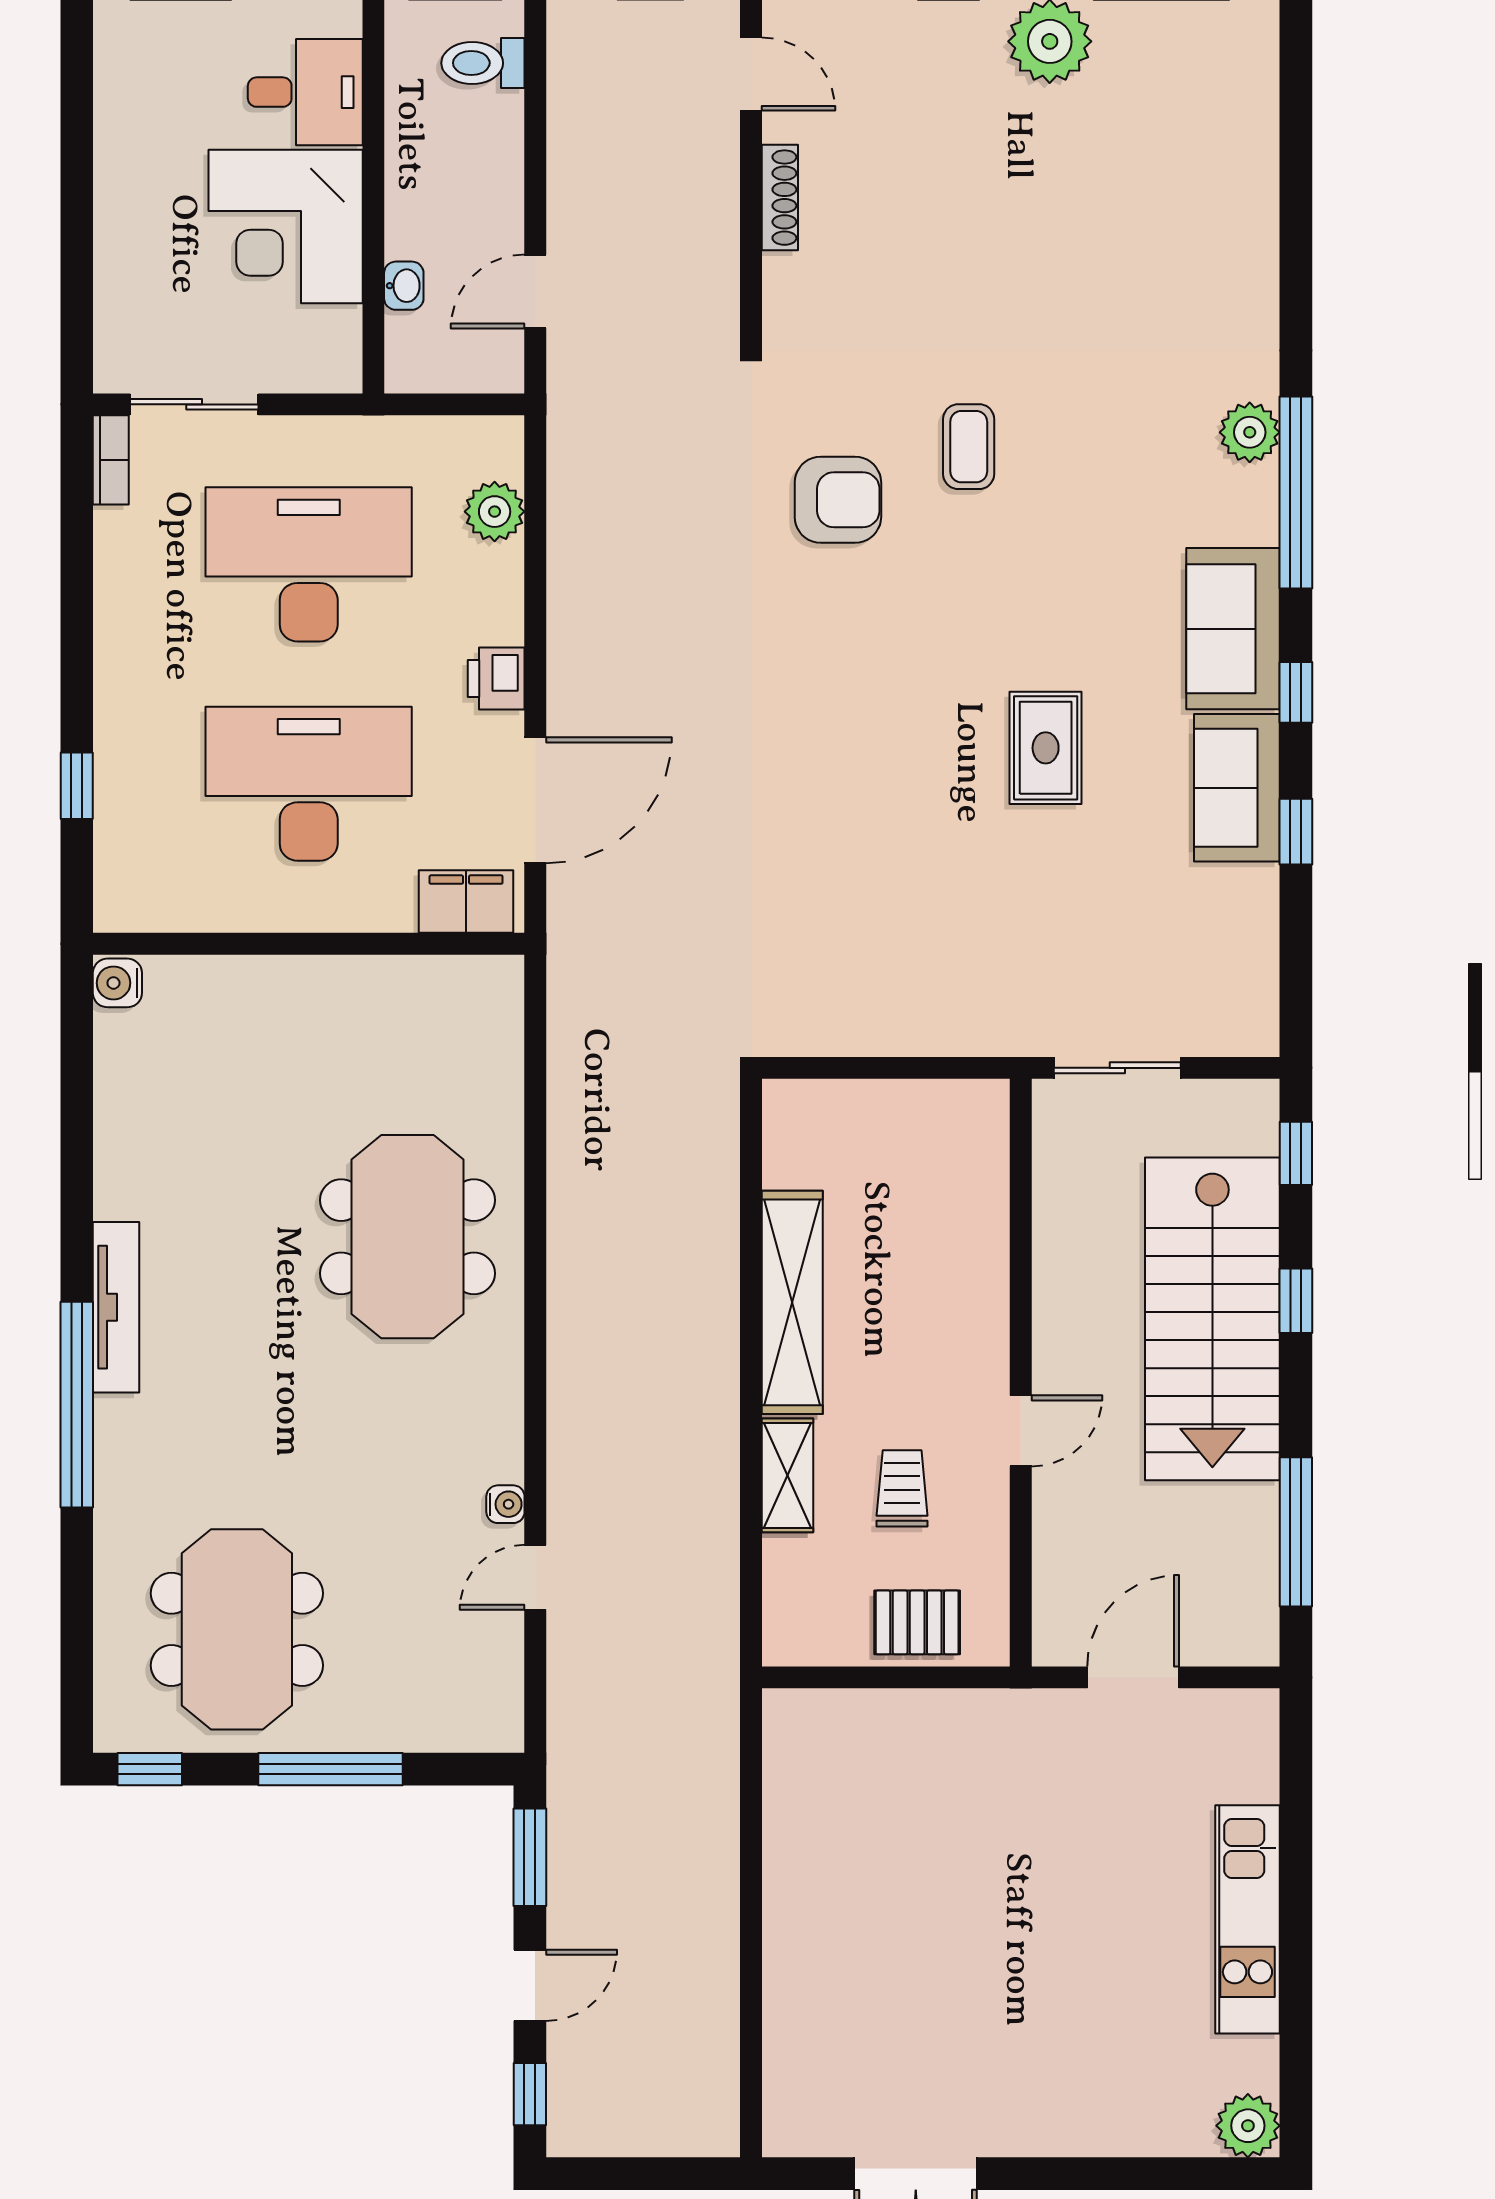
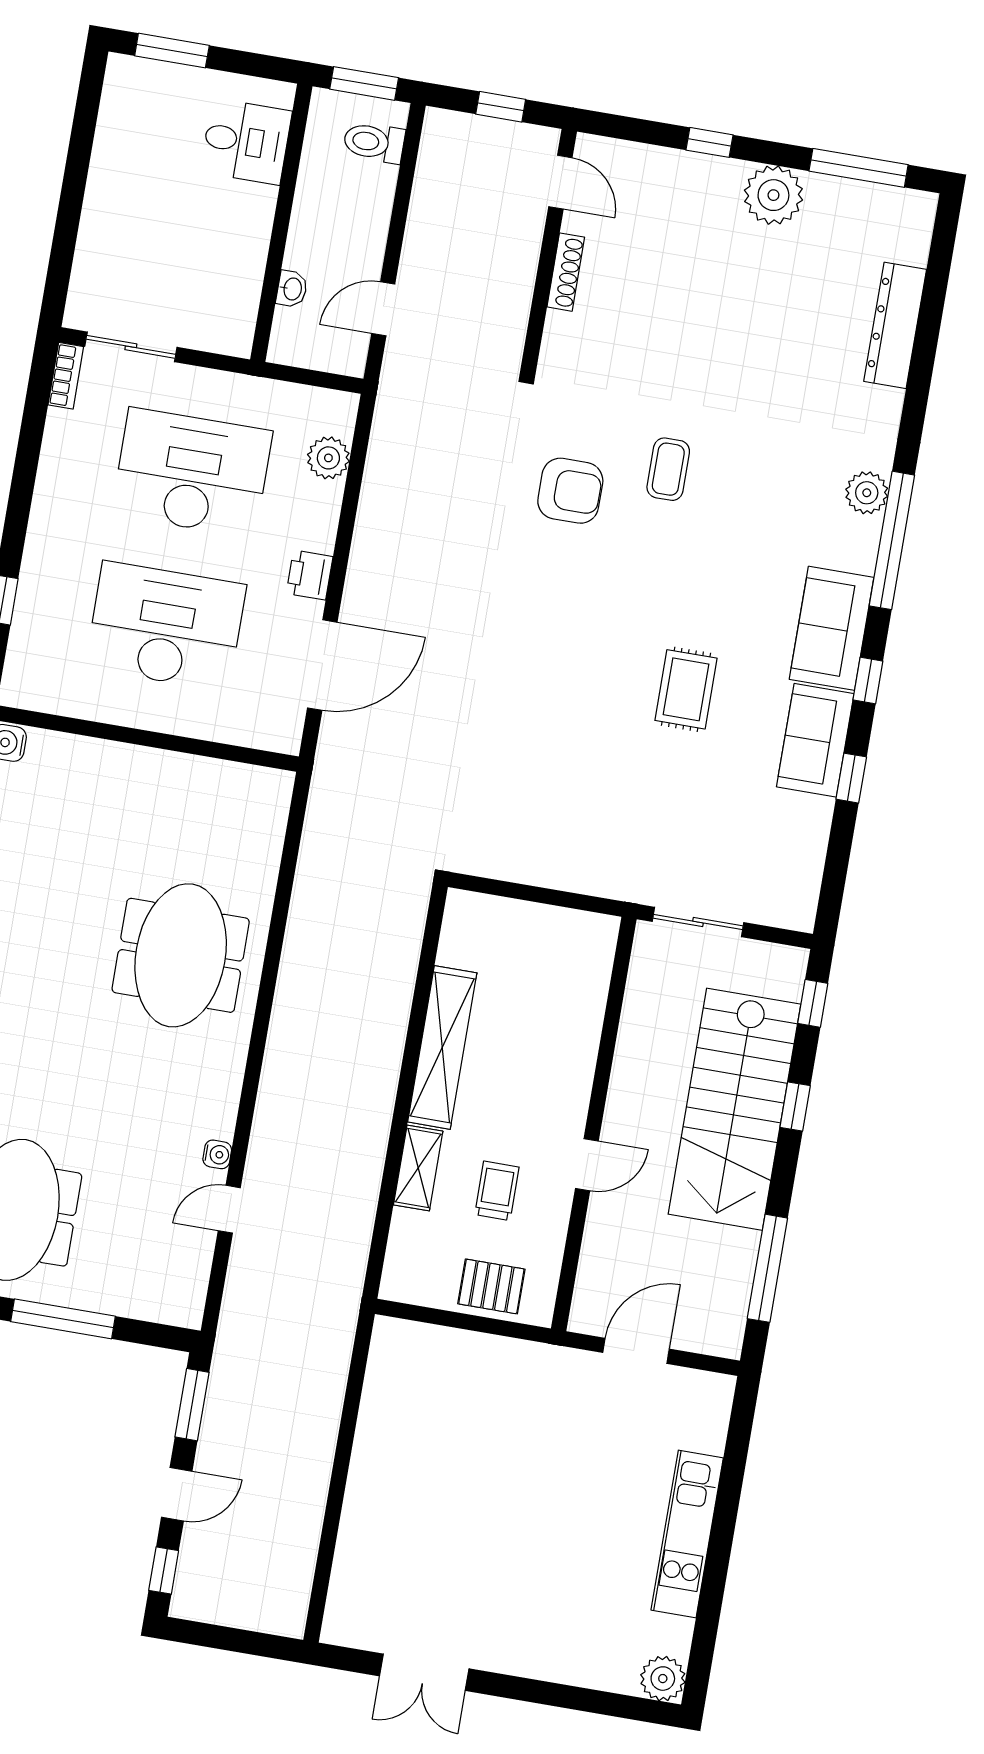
dresser: (1249, 193) -> (895, 325), added
corner desk: (286, 227) -> (216, 233), removed
filing cabinet: (466, 902) -> (262, 728), removed

